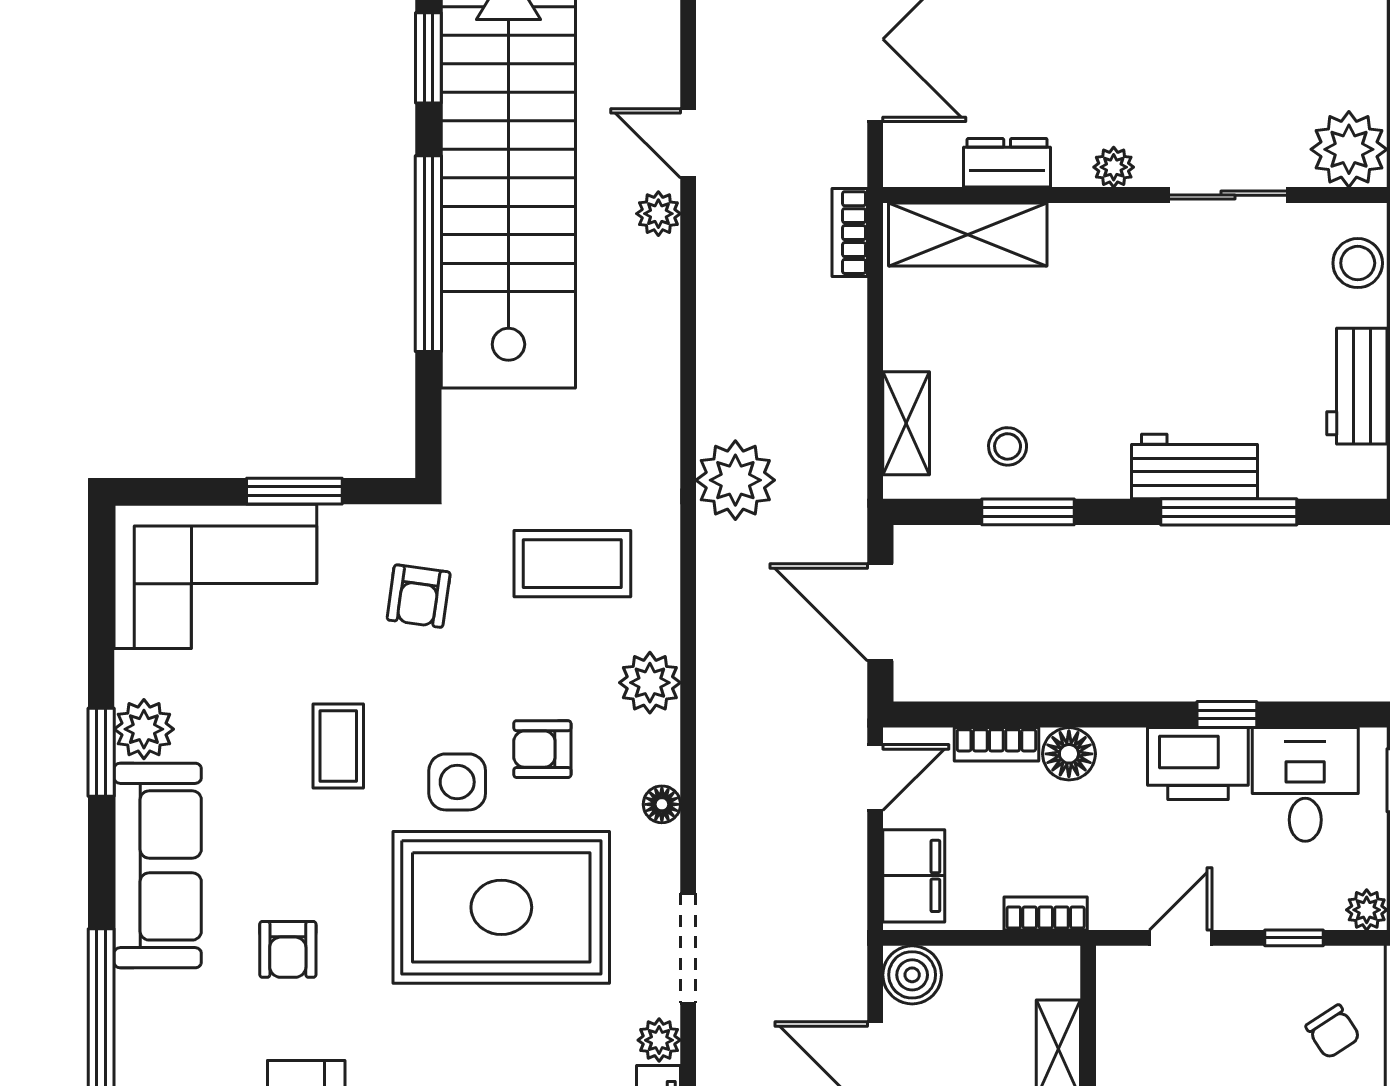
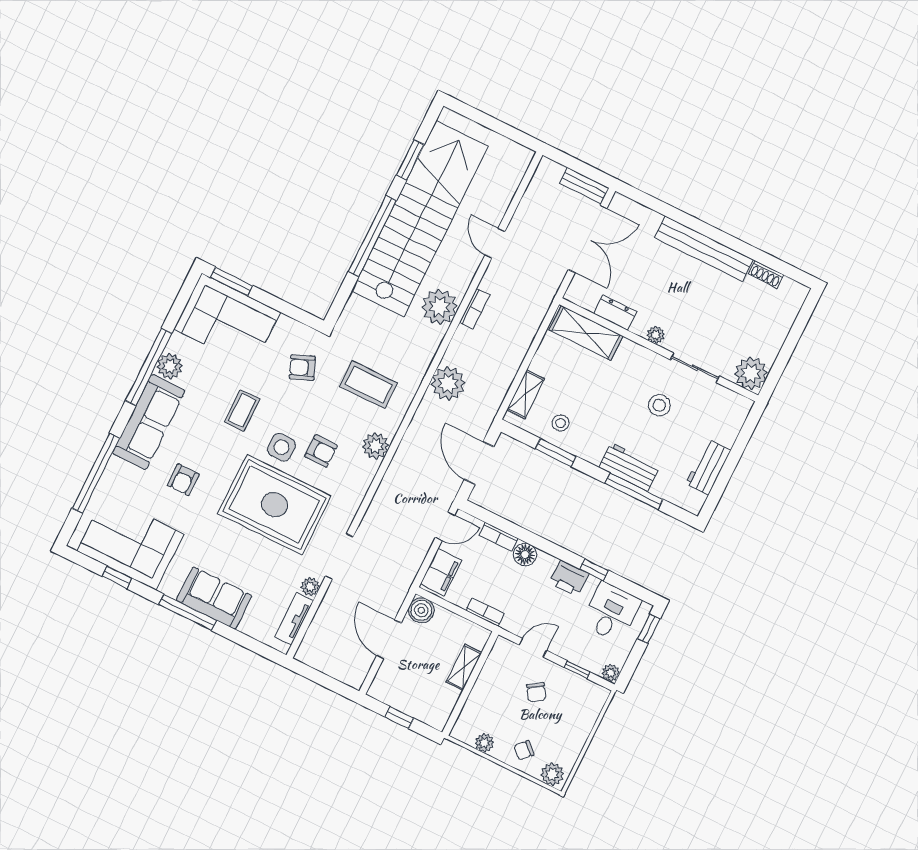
plant: (658, 214) -> (440, 307), moved, width x1.88, depth x1.88
bookcase: (850, 233) -> (475, 309), moved, turned 180
stool: (1358, 263) -> (659, 405), moved
window: (294, 491) -> (232, 281), moved
armchair: (419, 596) -> (302, 367), turned 60
armchair: (542, 749) -> (321, 451), turned 180
window: (101, 752) -> (149, 367), width x2.11
printer: (1198, 764) -> (569, 578), width x0.73, depth x0.84
floor lamp: (662, 804) -> (357, 496), removed
chair: (1333, 1032) -> (536, 692), moved

